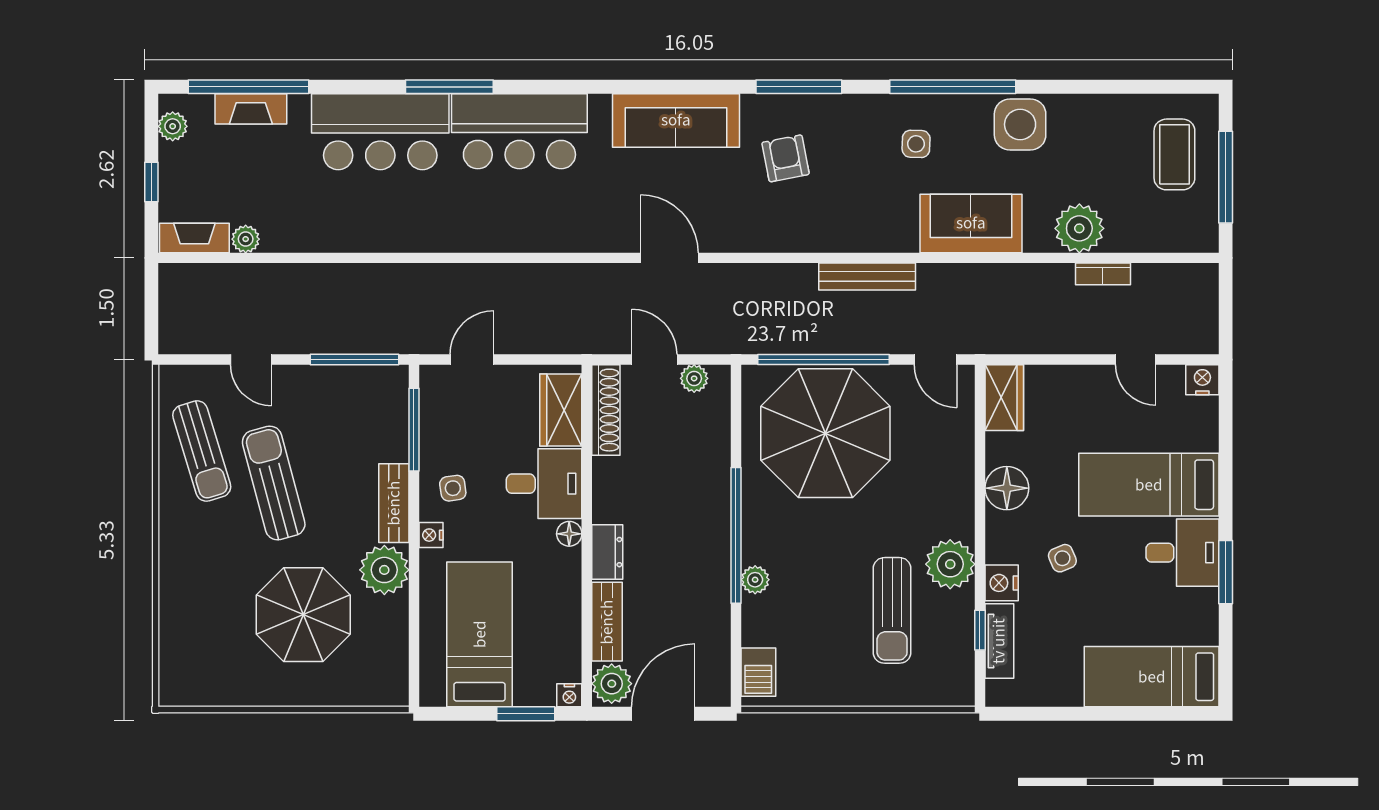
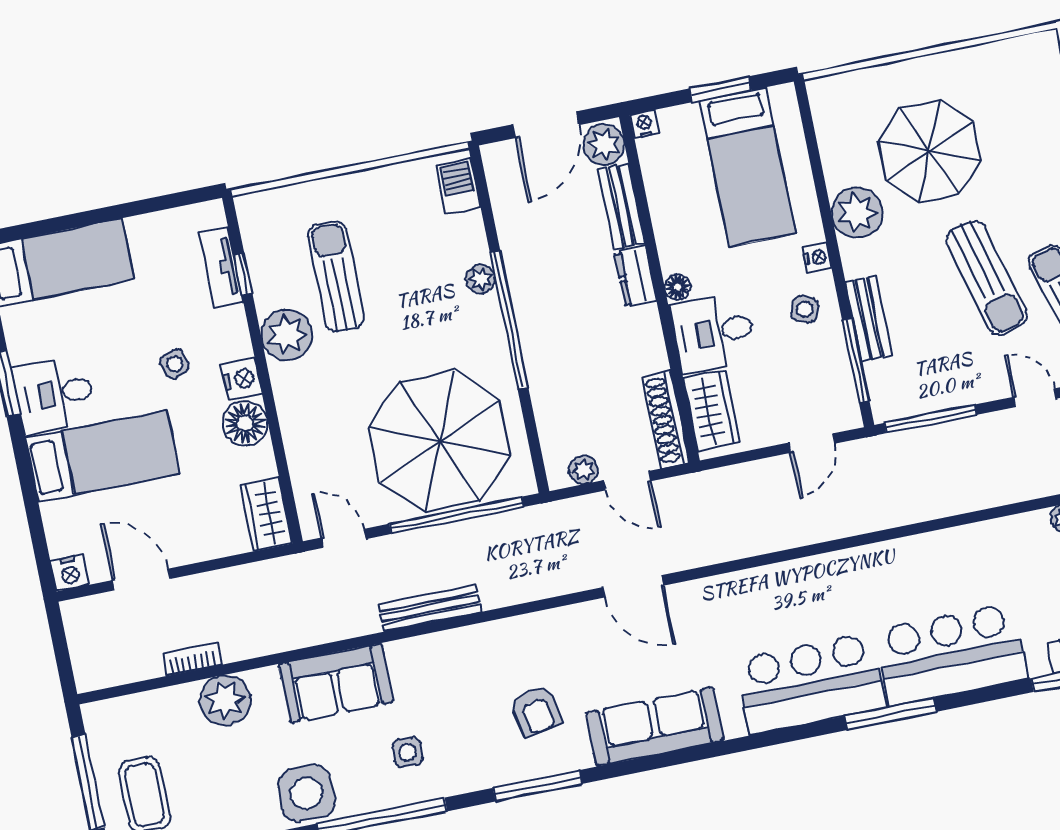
door: (1136, 360) -> (141, 579), width x1.38
side table: (453, 488) -> (805, 309), turned 32
bench: (394, 503) -> (869, 319), moved
nightstand: (1002, 583) -> (242, 379), moved
window: (526, 714) -> (720, 89), moved

